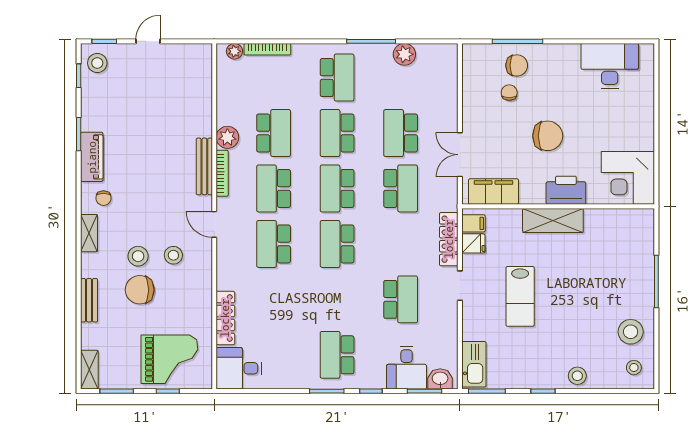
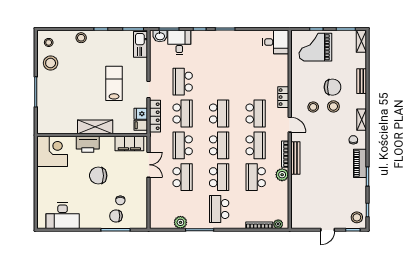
locker: (225, 318) -> (283, 97), moved, width x0.66
school desk: (337, 355) -> (183, 113), moved

